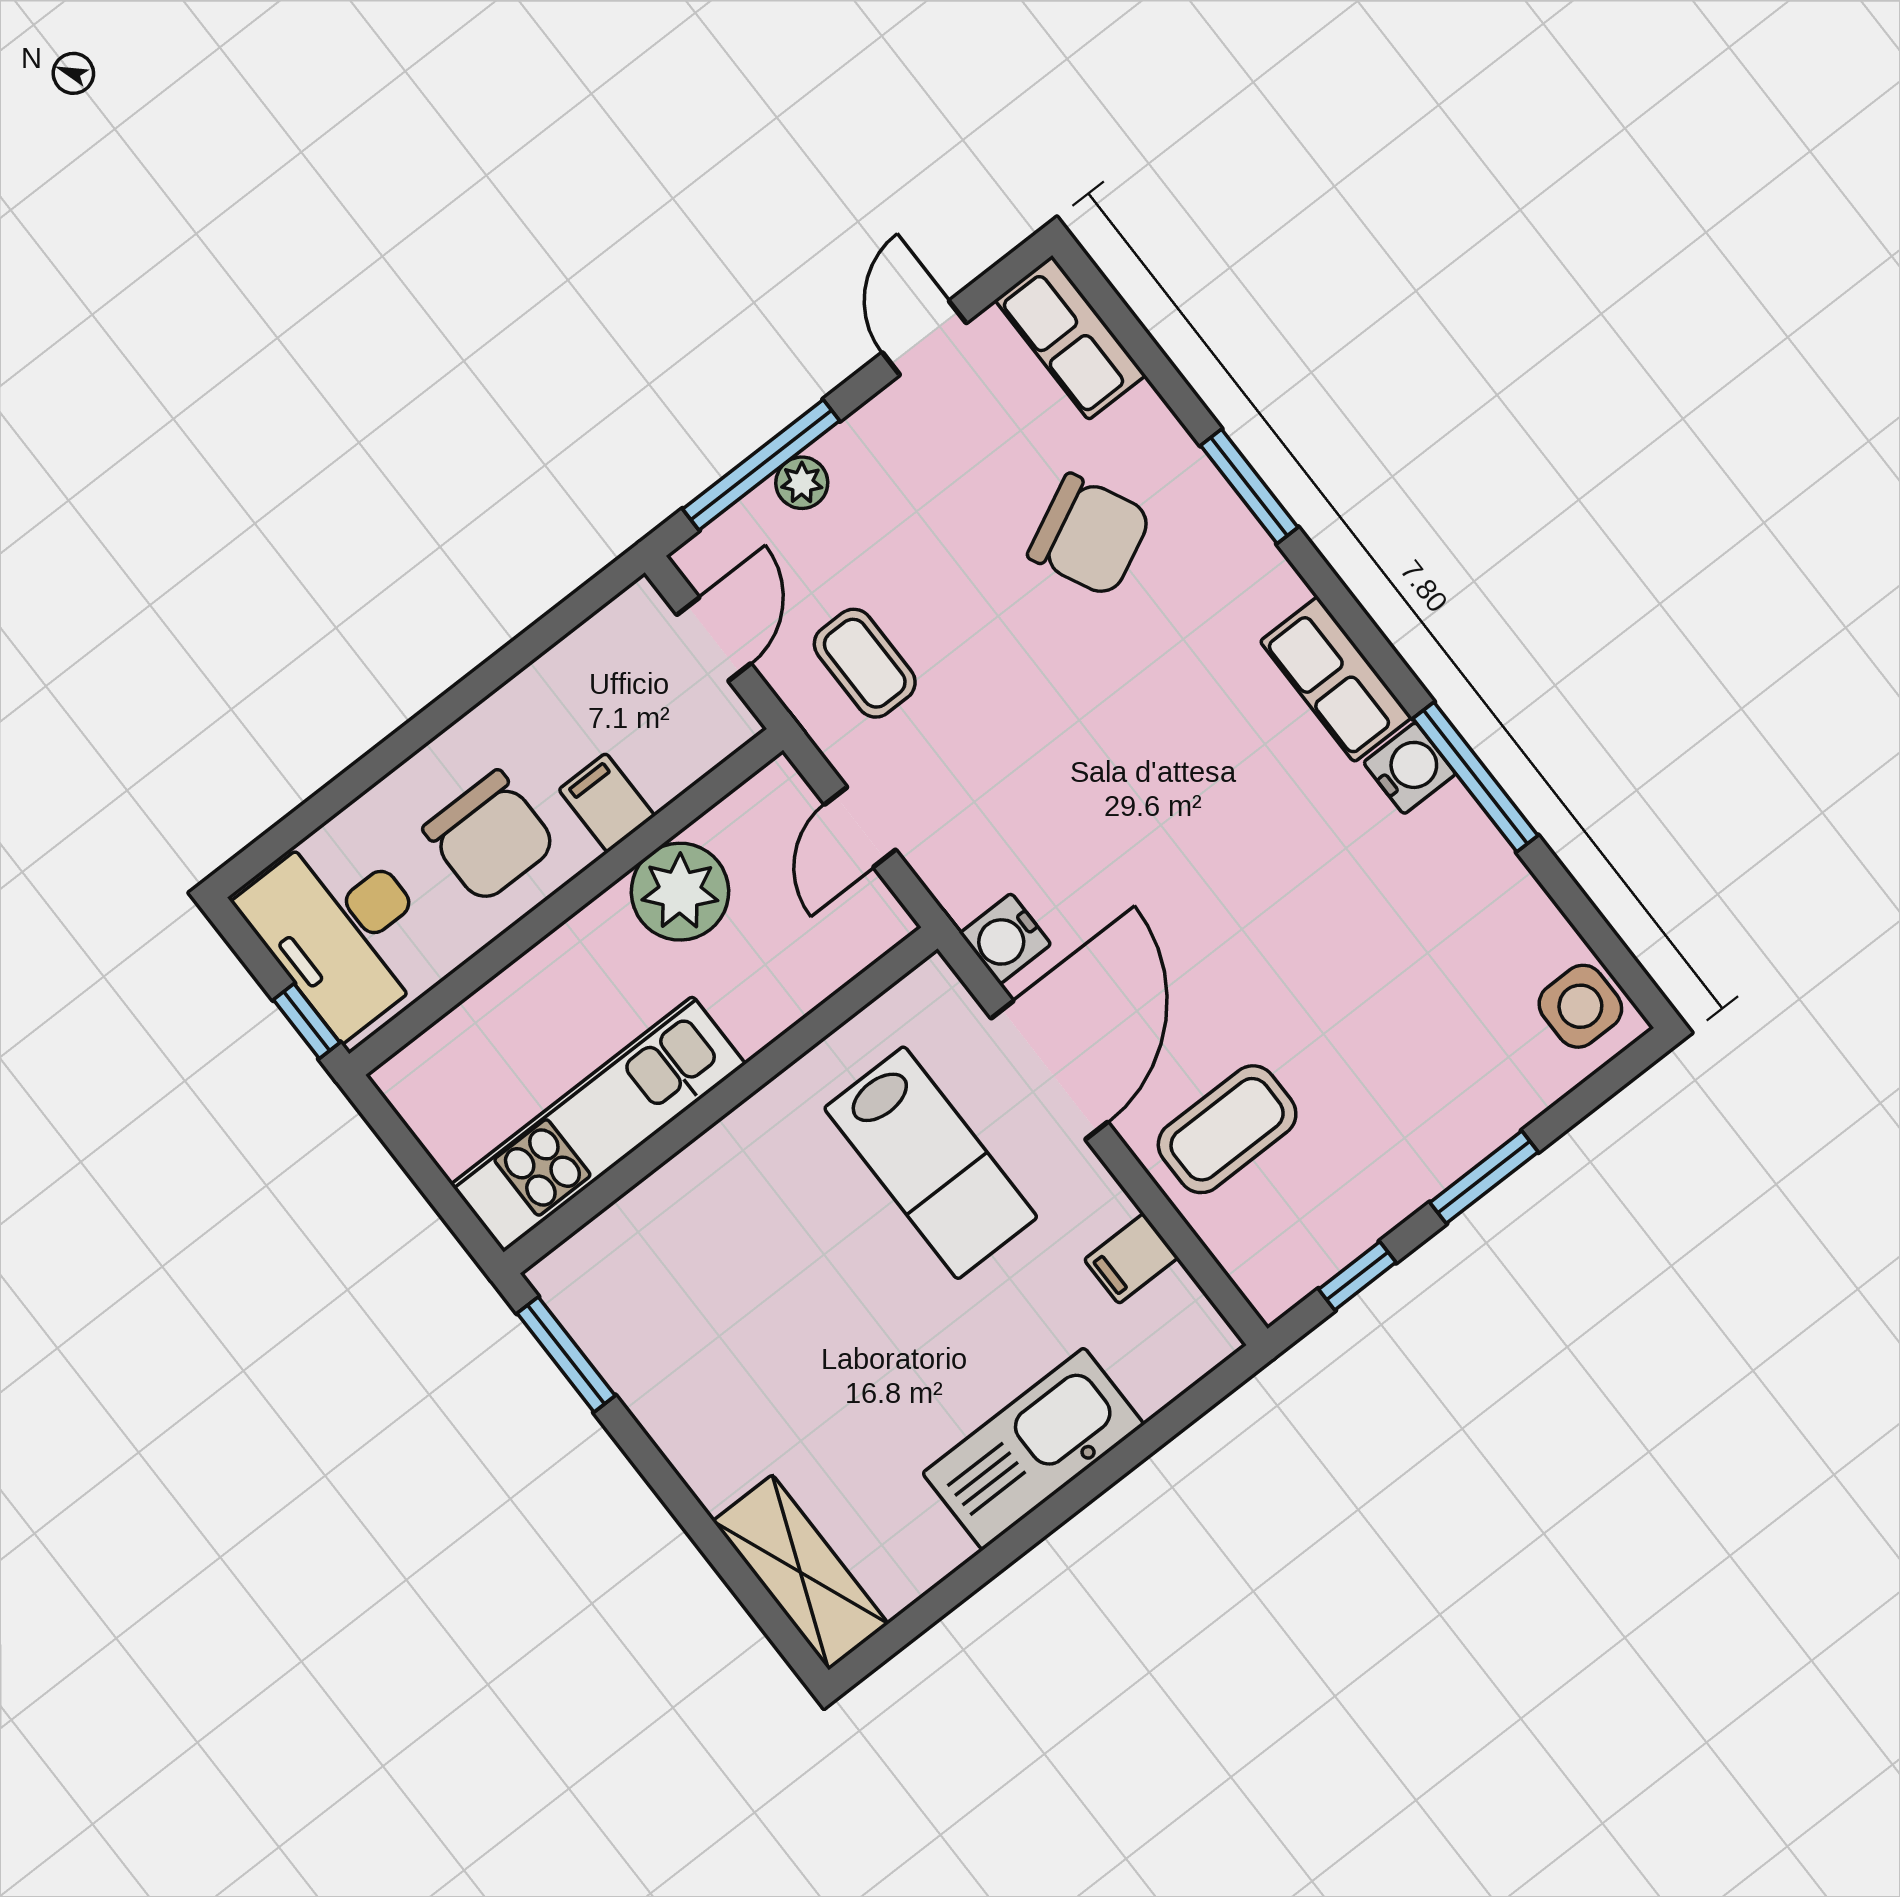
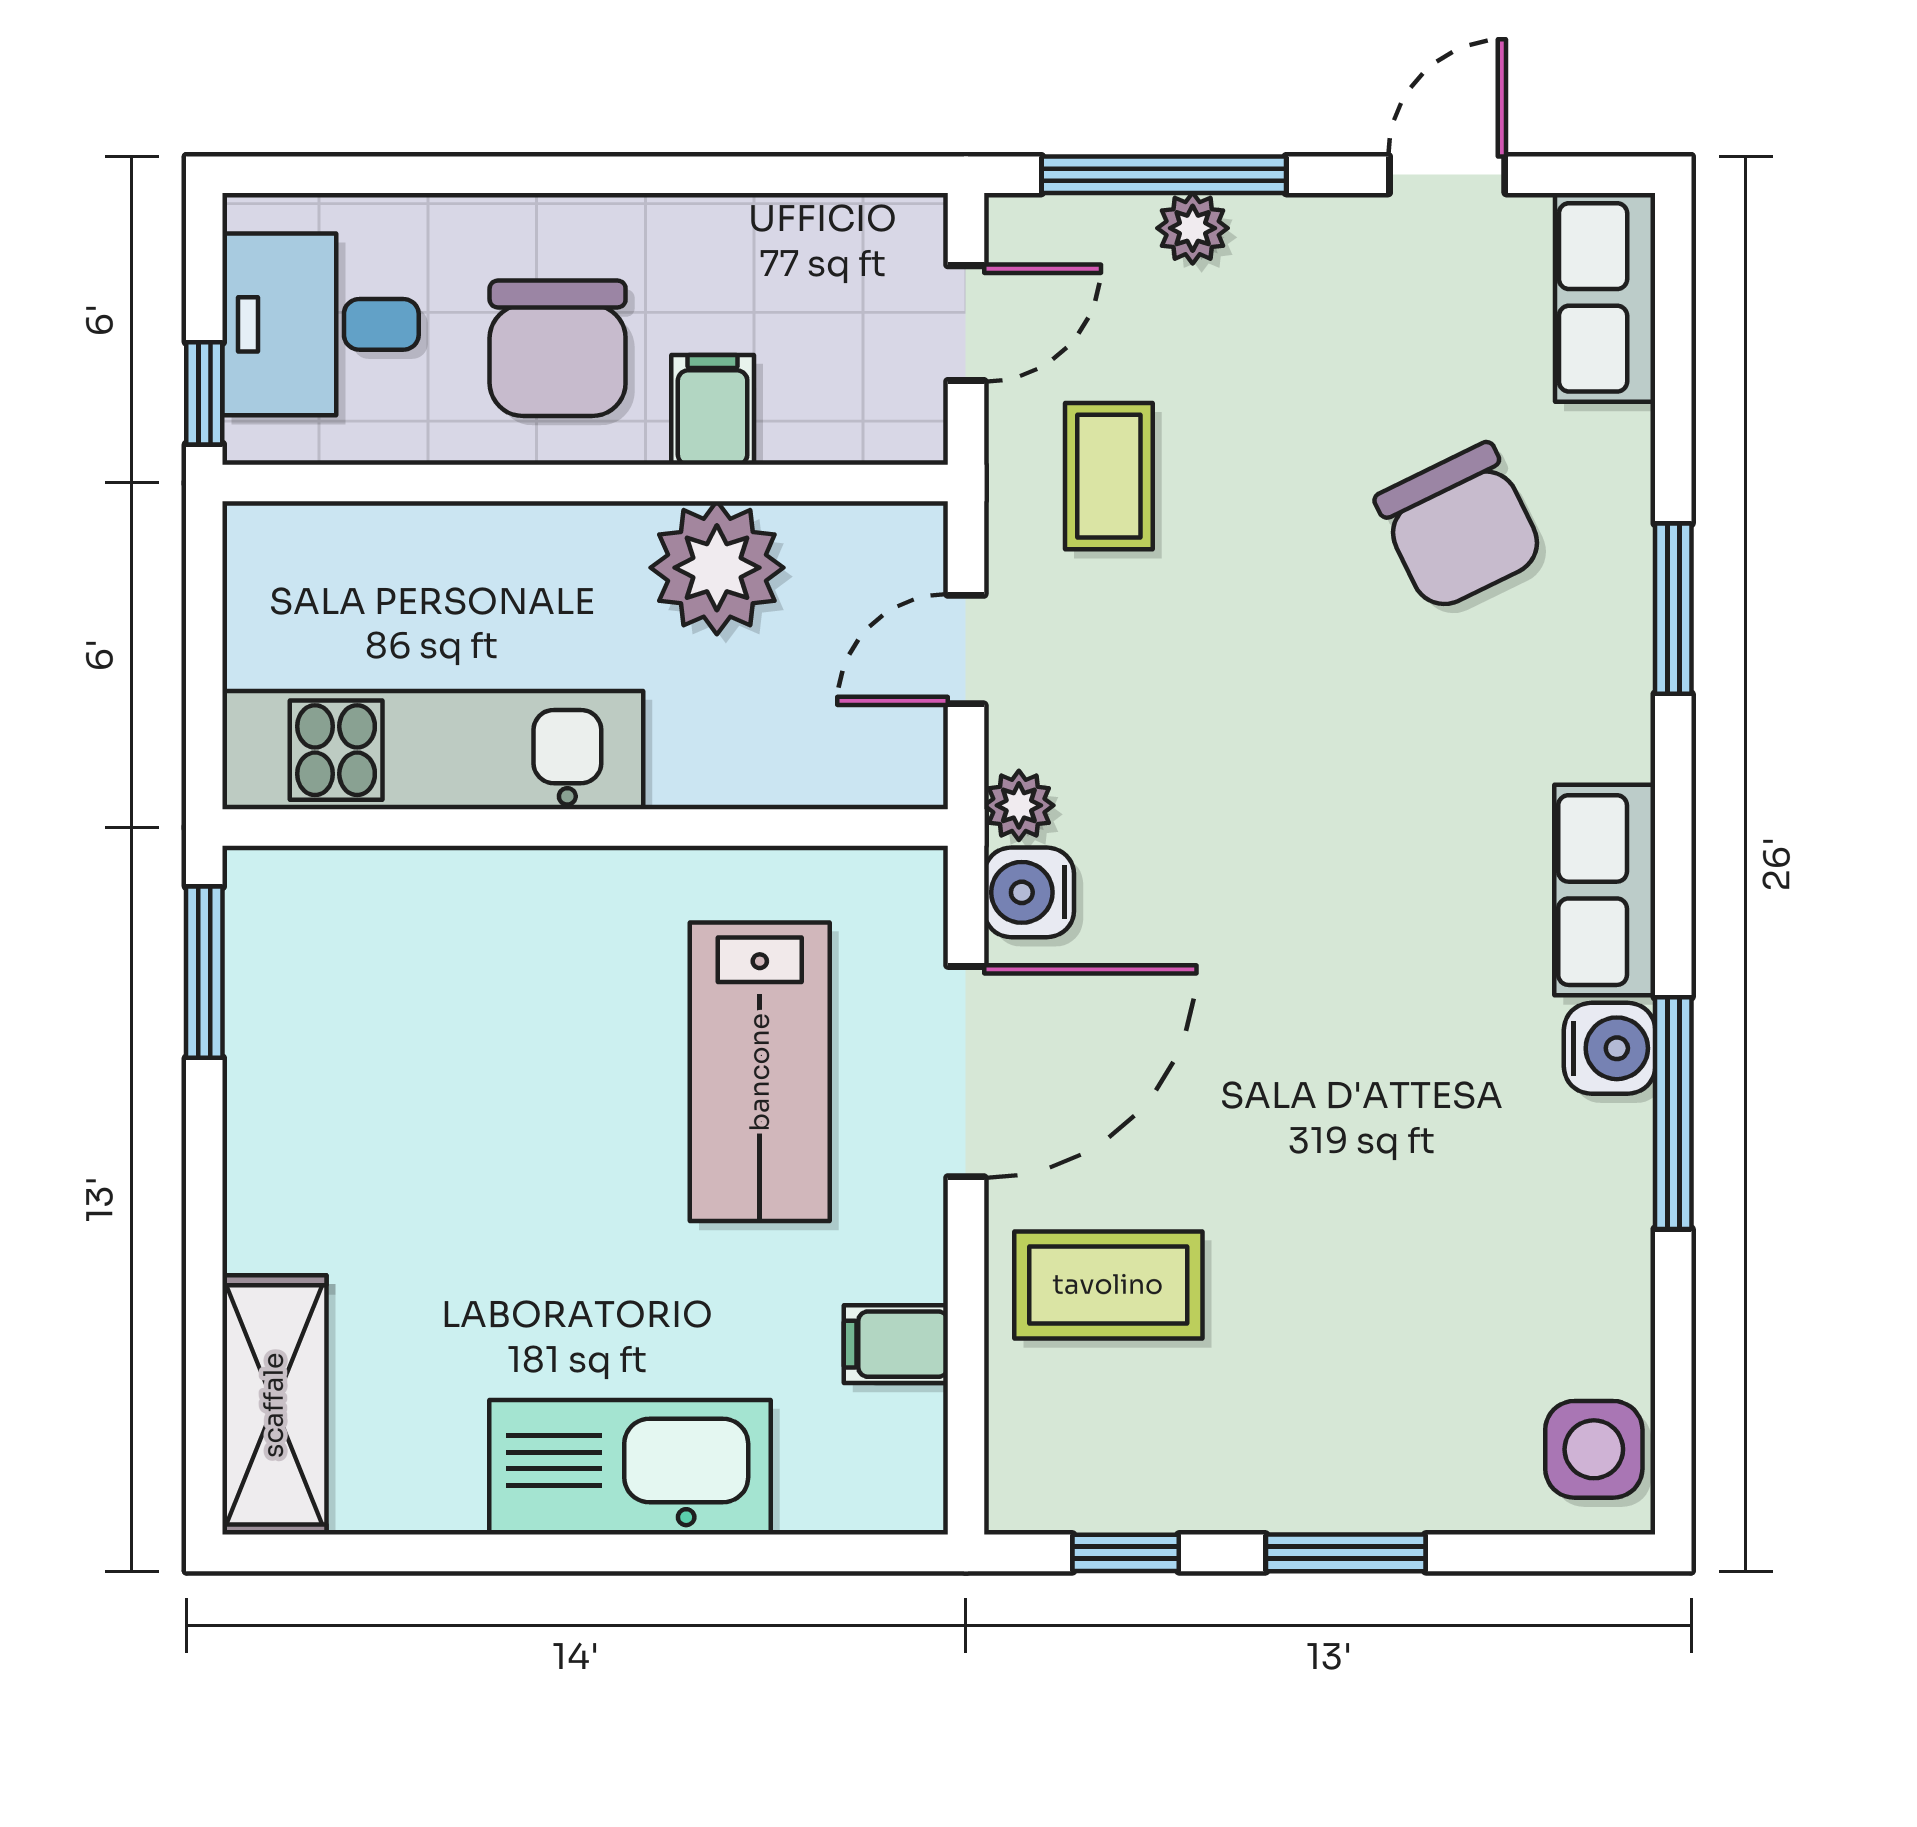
plant: (961, 893) -> (1019, 805), added
desk: (343, 929) -> (321, 324), width x0.73

